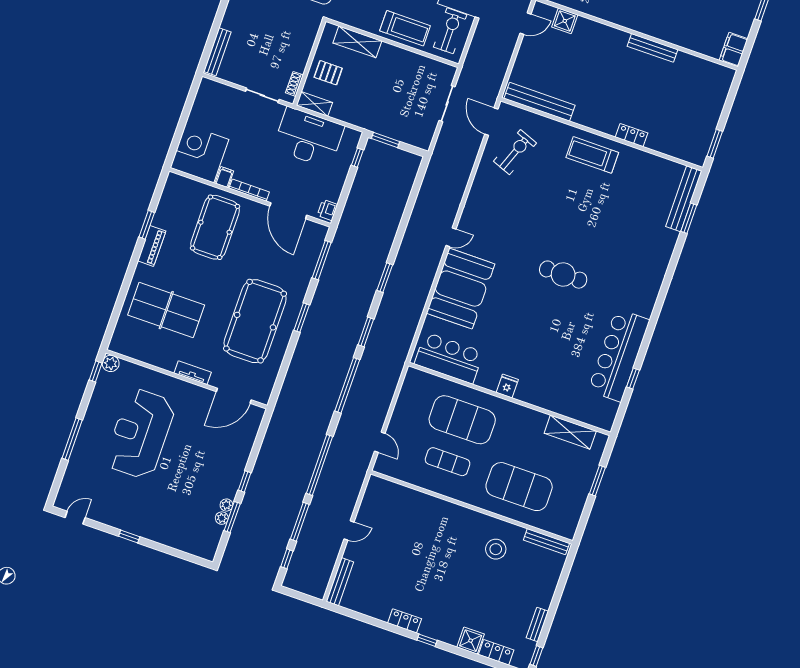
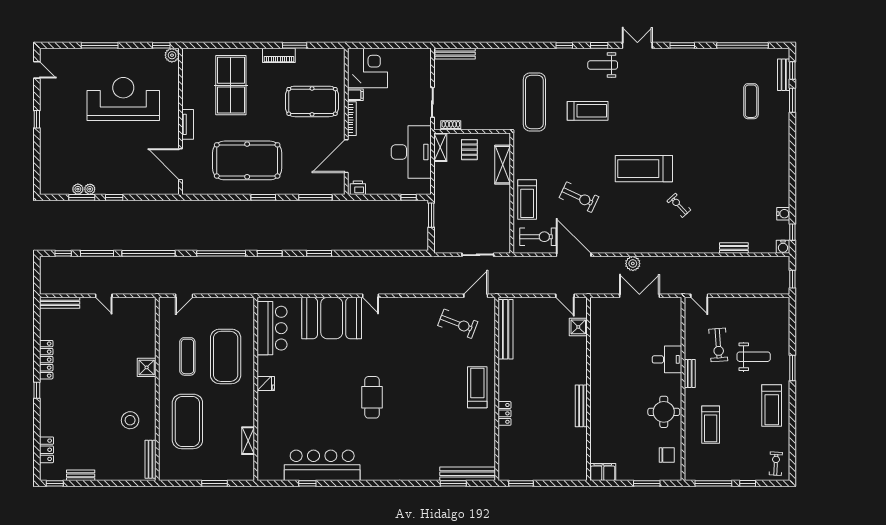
shelving: (570, 432) -> (248, 441), width x0.67, depth x0.75
locker: (405, 621) -> (46, 360), width x1.53
shower: (471, 641) -> (147, 367), moved

